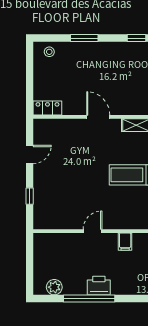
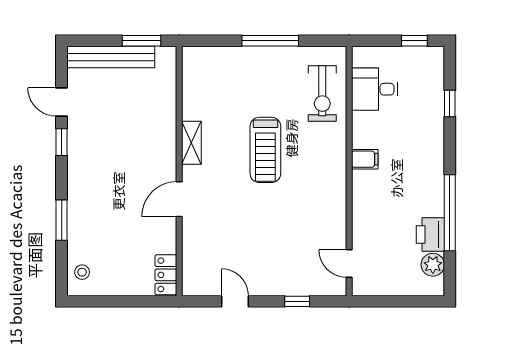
door: (93, 231) -> (349, 264), moved
printer: (99, 286) -> (430, 234), moved

